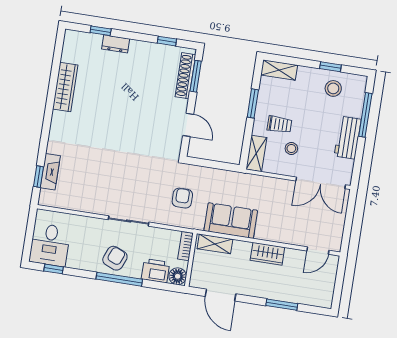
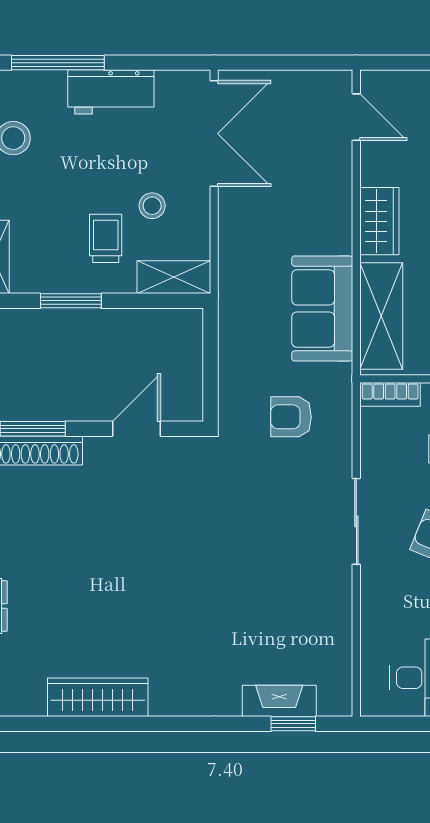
shelving: (215, 244) -> (381, 316), width x1.50, depth x1.33

